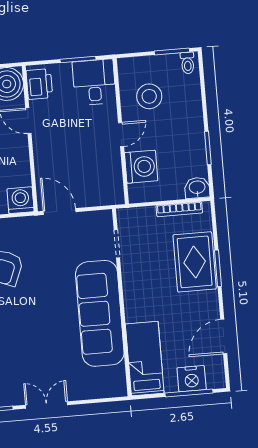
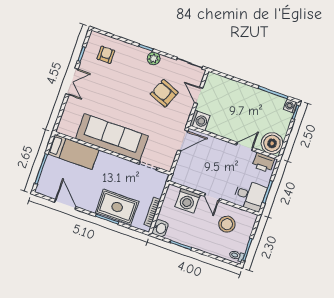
nightstand: (192, 379) -> (49, 174), removed

